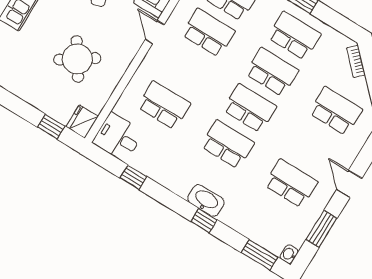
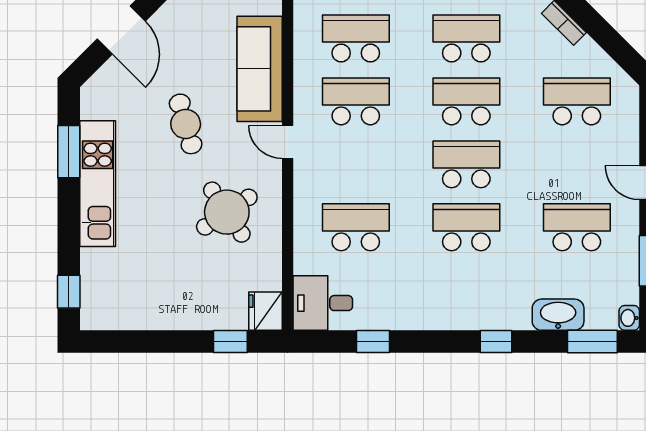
round table: (77, 59) -> (227, 212), moved
washbasin: (206, 201) -> (558, 315), moved

